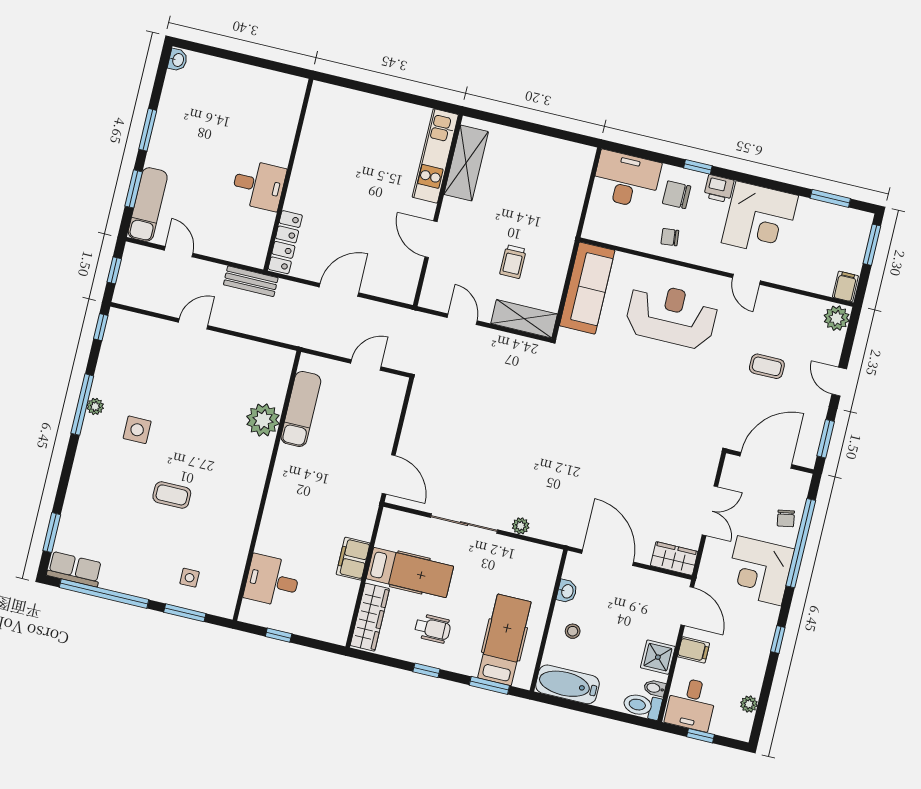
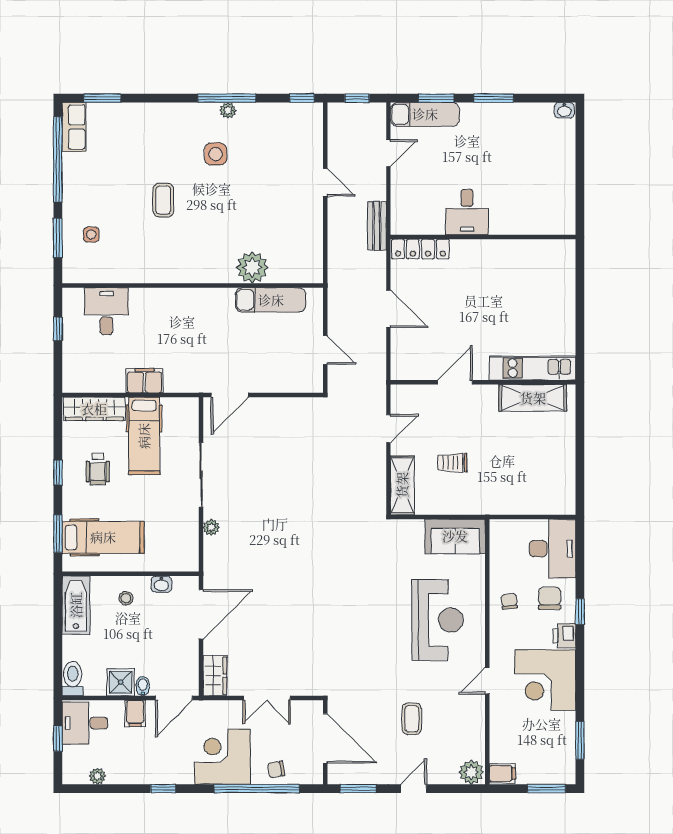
sofa: (587, 288) -> (455, 536), width x0.73
bidet: (655, 688) -> (143, 686), moved

